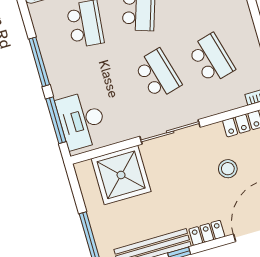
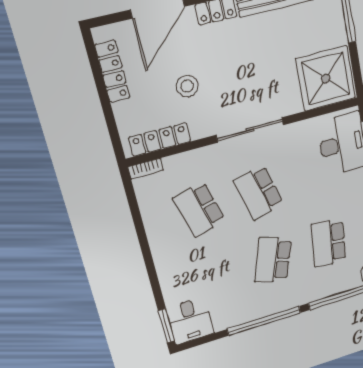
shower: (121, 175) -> (326, 78), moved

